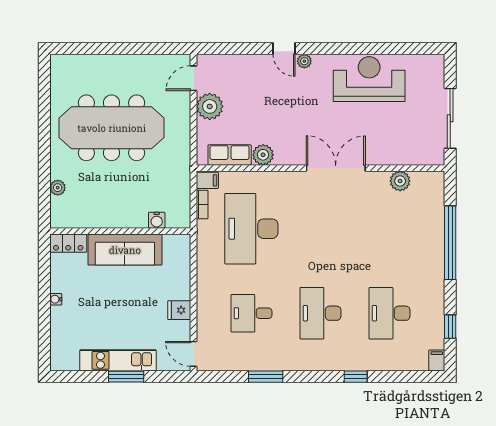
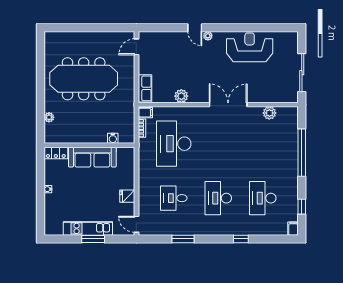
plant: (210, 106) -> (147, 65), removed
row of seats: (230, 155) -> (145, 88), moved, turned 90

